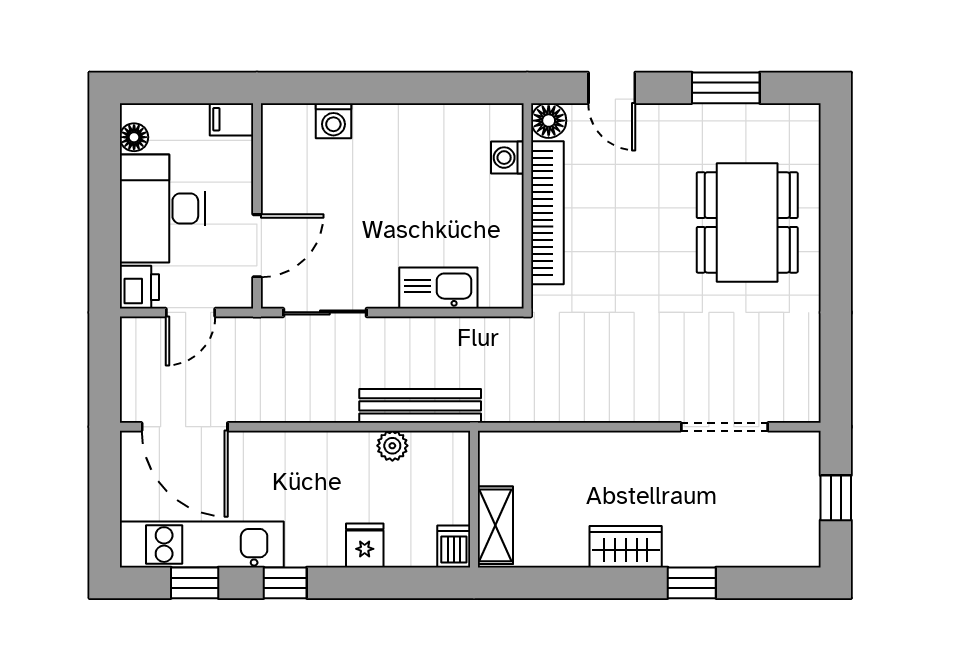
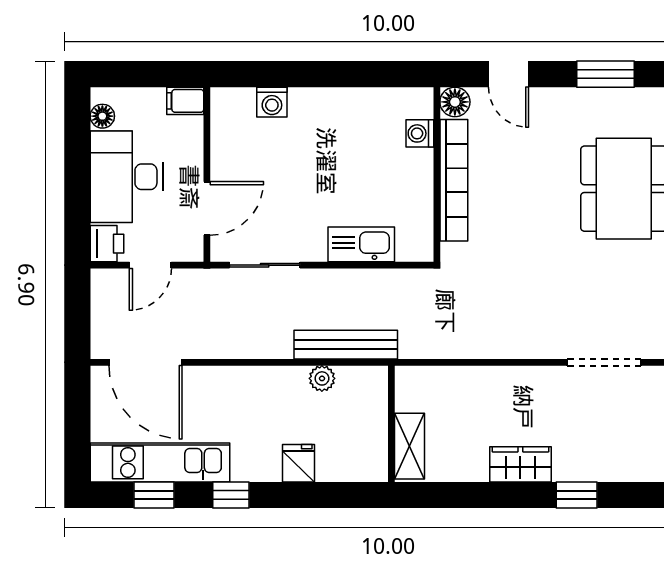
dishwasher: (454, 546) -> (374, 464), removed

